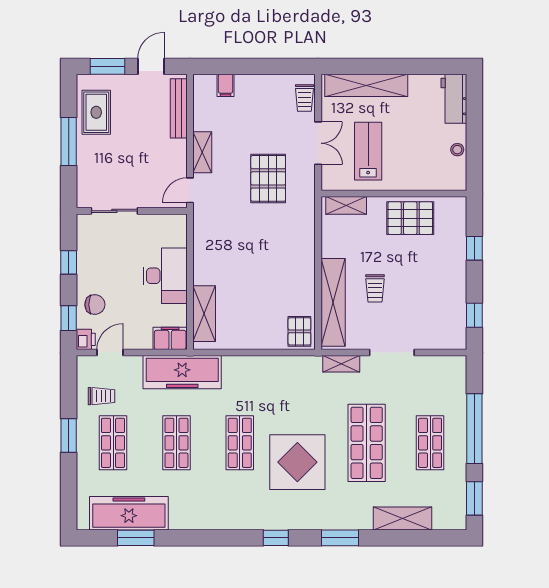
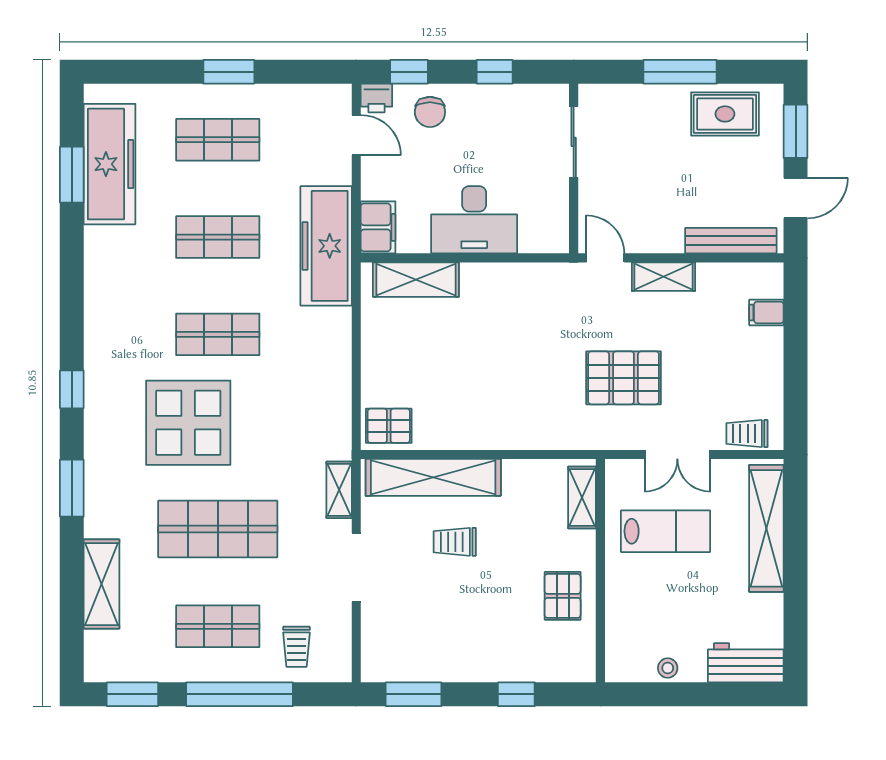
door: (151, 66) -> (796, 198), hinge flipped
pallet: (410, 218) -> (563, 596), width x0.67, depth x0.71
window: (474, 315) -> (414, 694), width x1.50
trolley: (101, 396) -> (297, 647), moved

